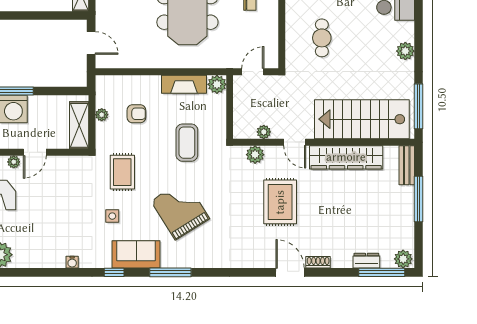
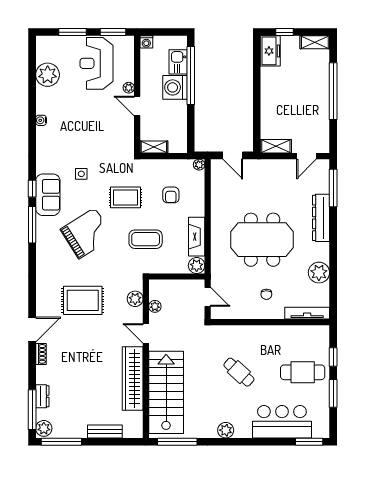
cafe table: (322, 38) -> (239, 372), moved, turned 42
door: (91, 43) -> (233, 155), hinge flipped
plant: (102, 115) -> (199, 165), moved
shelving: (79, 125) -> (154, 147), width x0.67, depth x0.75
door: (295, 142) -> (146, 333), hinge flipped
bench: (407, 165) -> (105, 431), moved
rug: (122, 172) -> (125, 197), moved
window: (418, 199) -> (61, 442), moved
rug: (280, 202) -> (83, 300), moved
water cooler: (72, 262) -> (41, 120), moved
window: (114, 272) -> (32, 189), moved

